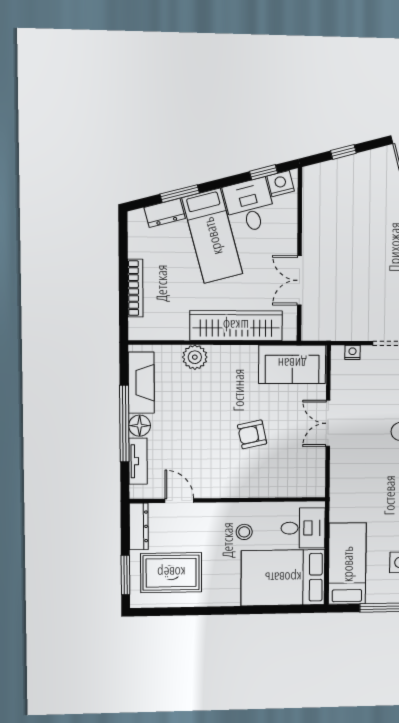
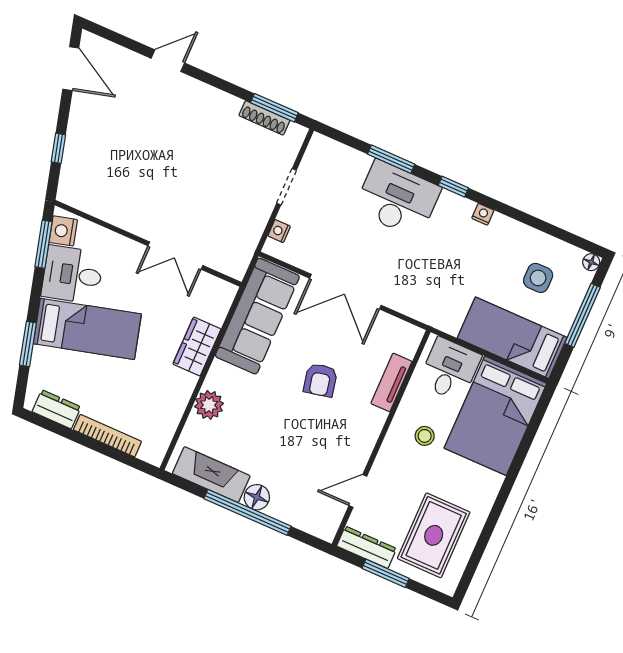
window: (264, 172) -> (43, 244), width x1.50
dresser: (165, 213) -> (56, 409), moved, turned -75
wardrobe: (236, 326) -> (197, 347), width x0.48, depth x0.85
sofa: (292, 364) -> (257, 316), width x1.36
double door: (328, 423) -> (345, 292), width x1.37
tv unit: (138, 461) -> (391, 382), moved, turned -90
window: (125, 575) -> (386, 573), moved

